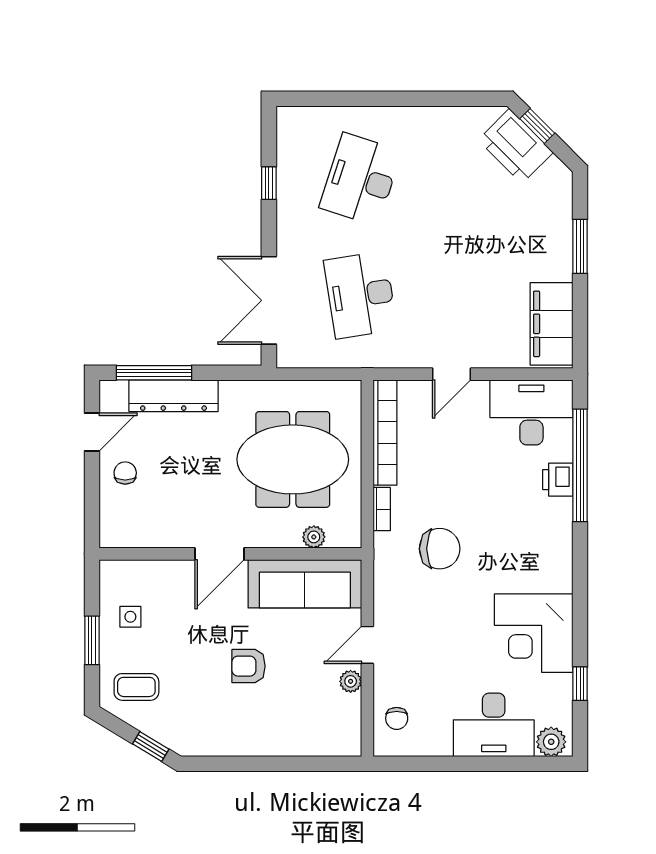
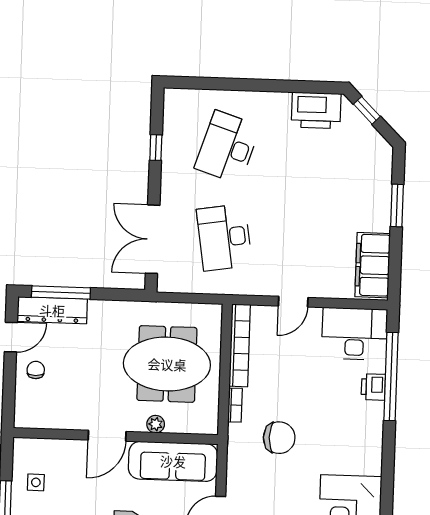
printer: (516, 146) -> (316, 110), moved, turned -45
dresser: (173, 396) -> (52, 310), moved
plant: (314, 537) -> (156, 424), moved

